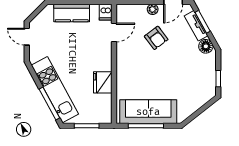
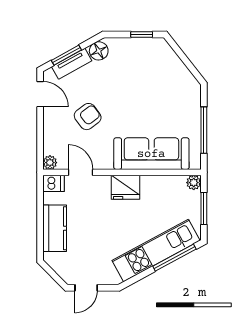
plant: (153, 9) -> (50, 163), moved
fridge: (103, 82) -> (125, 187), moved
sofa: (148, 112) -> (151, 154), moved, turned 90
plant: (106, 118) -> (194, 183), added

